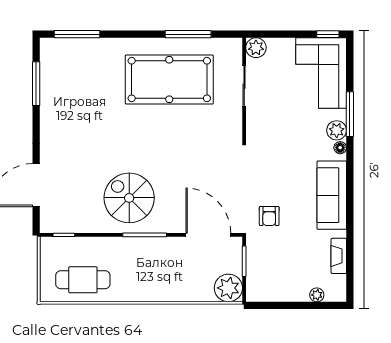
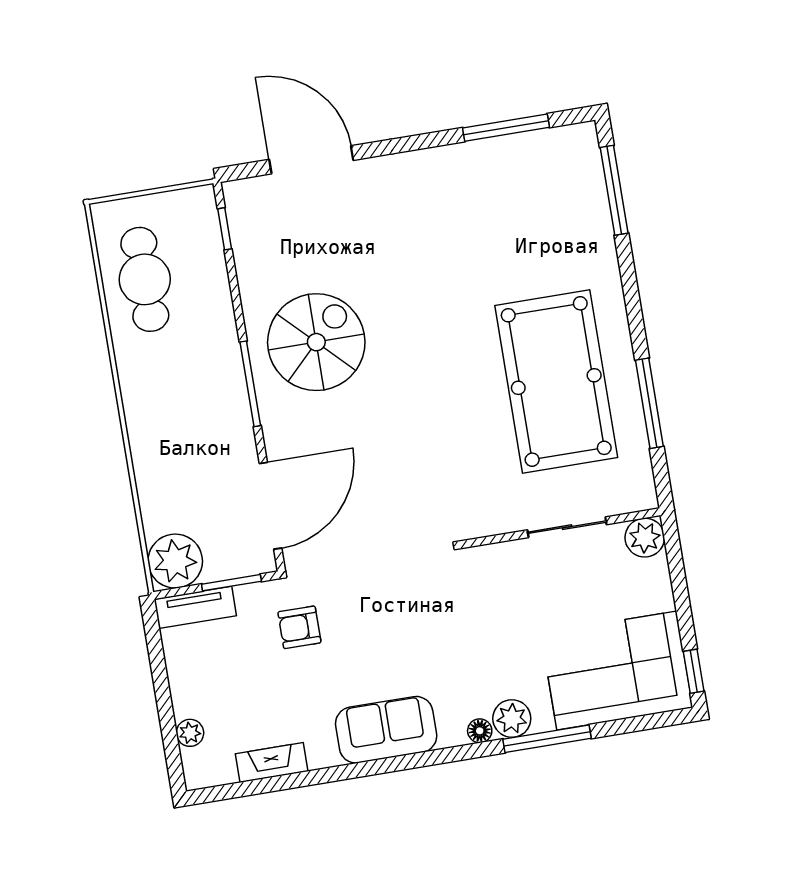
sofa: (332, 195) -> (386, 730), width x0.73
armchair: (269, 216) -> (299, 627), moved
tv unit: (254, 282) -> (195, 607), added

